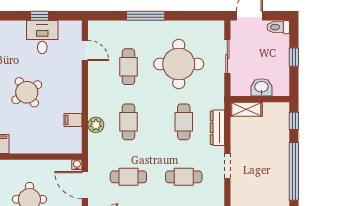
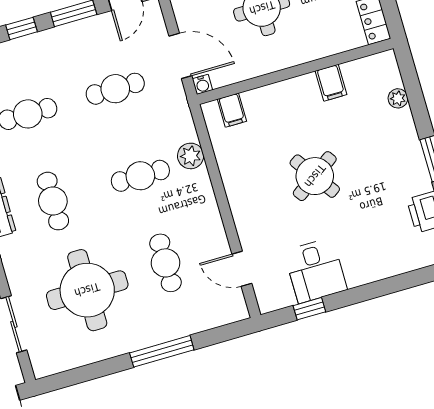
window: (39, 16) -> (309, 309), moved
filing cabinet: (73, 120) -> (232, 110), moved, turned 90
cafe table: (128, 122) -> (140, 176), turned 90

